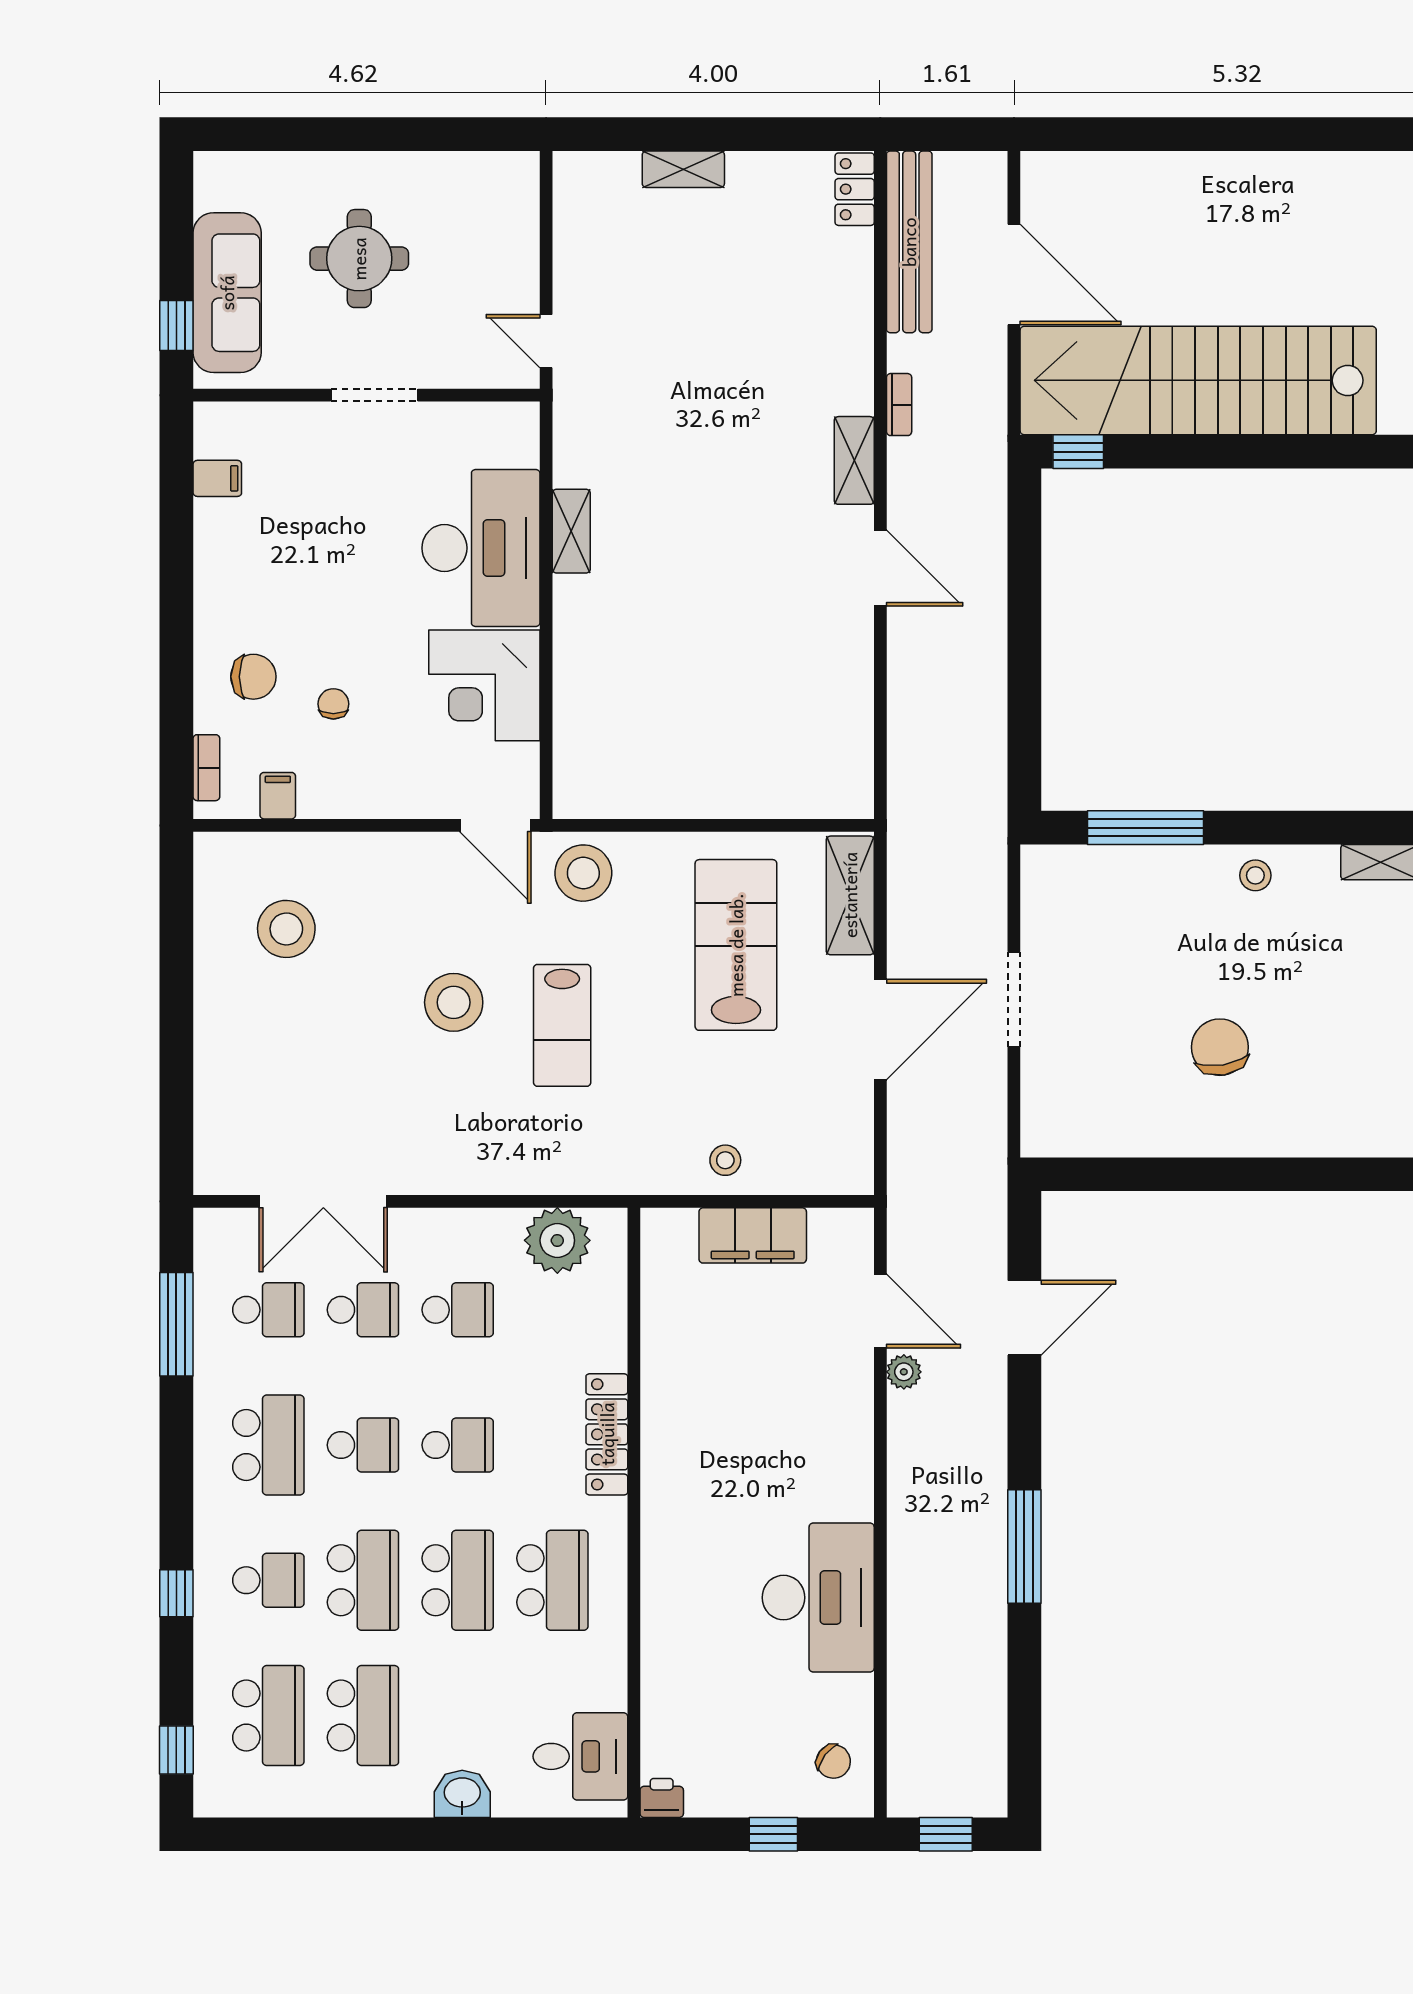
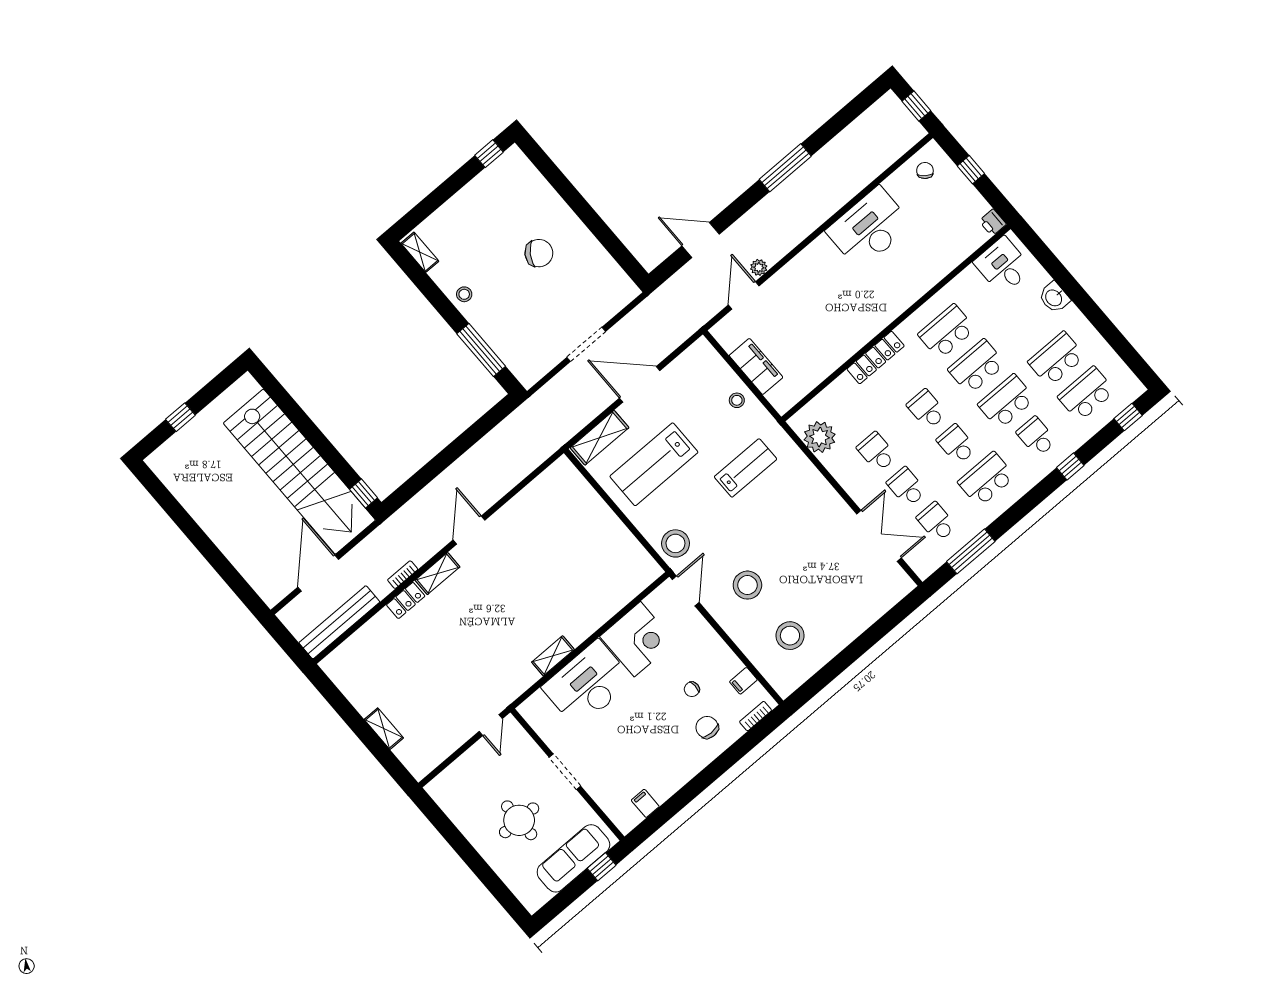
locker: (855, 189) -> (406, 600), moved
stool: (454, 1002) -> (747, 585), moved
lab bench: (562, 1025) -> (745, 468), moved
chair: (1220, 1047) -> (539, 253), turned -137

